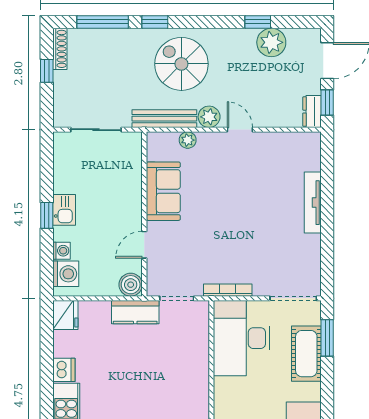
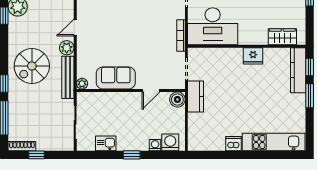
plant: (188, 140) -> (82, 84), moved
kitchen sink: (64, 210) -> (106, 143), moved
door: (144, 245) -> (151, 91), hinge flipped
fridge: (65, 315) -> (253, 56), moved, turned 180

